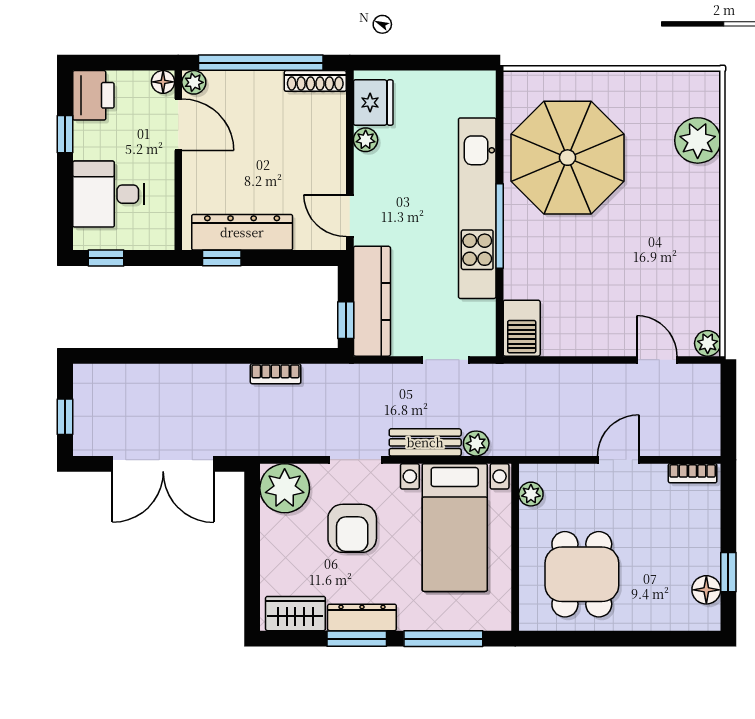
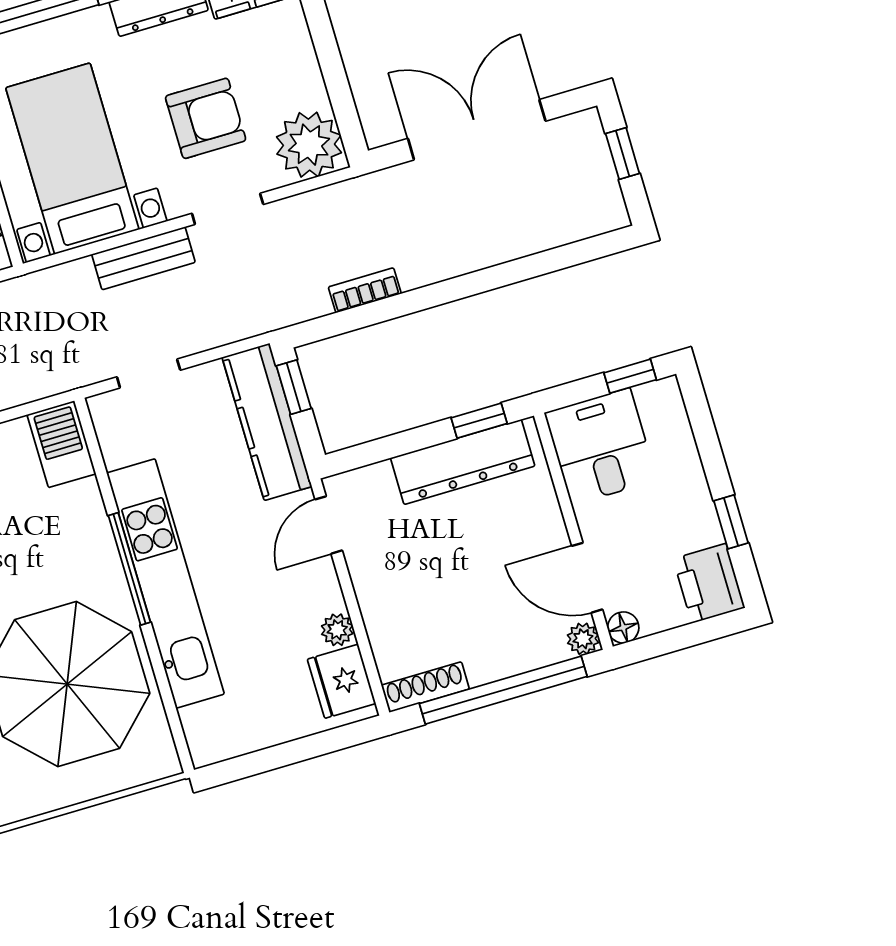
desk: (109, 194) -> (601, 446), moved, turned -90
door: (350, 216) -> (329, 525), swing flipped
plant: (476, 443) -> (77, 276), removed
armchair: (352, 528) -> (206, 118), turned 90

